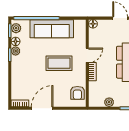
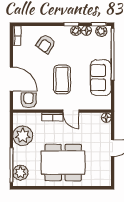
sofa: (52, 29) -> (101, 78), width x0.73
armchair: (27, 78) -> (46, 44), added
armchair: (77, 93) -> (29, 100), turned 90
plant: (109, 102) -> (23, 136), width x1.87, depth x1.87
door: (42, 108) -> (11, 79), moved

